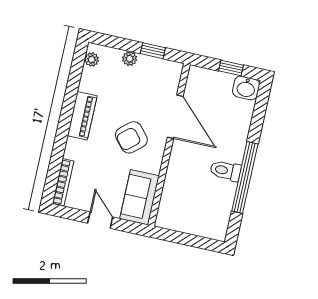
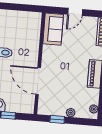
armchair: (131, 137) -> (63, 65), removed
door: (100, 220) -> (75, 12), hinge flipped

